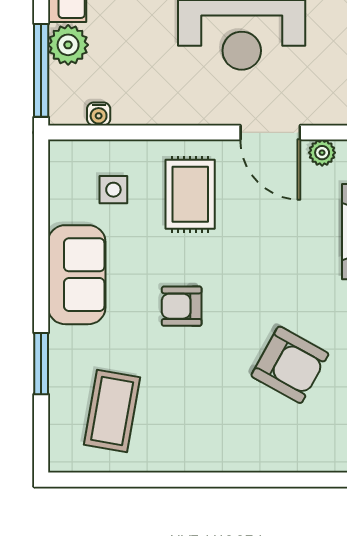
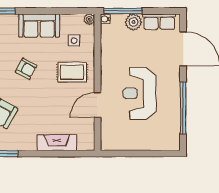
water cooler: (99, 114) -> (105, 19), moved
plant: (322, 153) -> (89, 19), moved
armchair: (182, 306) -> (26, 69), turned 118

